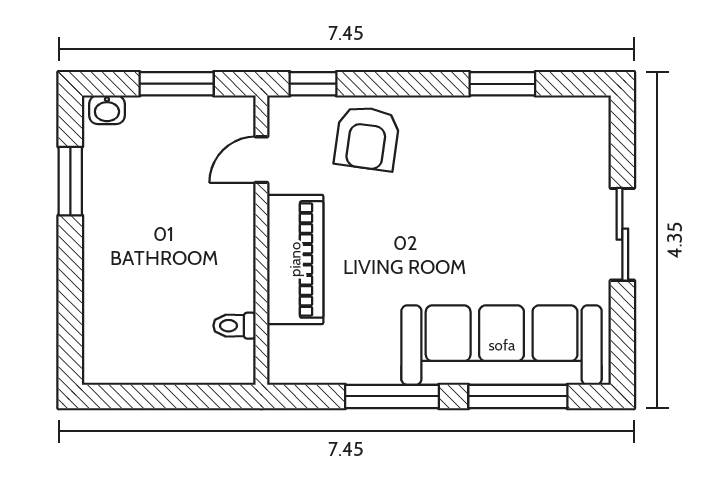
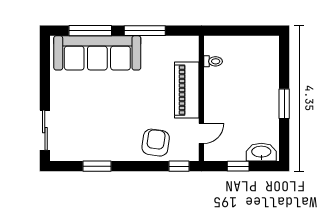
window: (177, 84) -> (238, 166), width x0.67
washbasin: (107, 110) -> (261, 152), width x1.91, depth x1.45
window: (70, 181) -> (284, 104), moved
sliding door: (622, 234) -> (45, 130), moved

